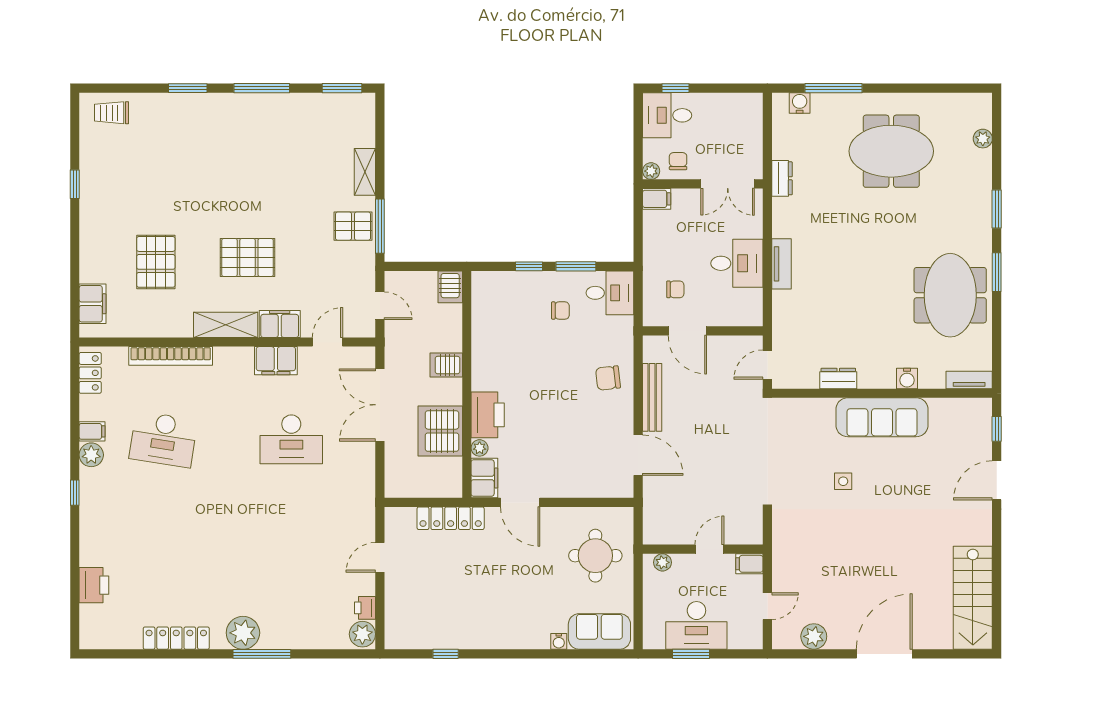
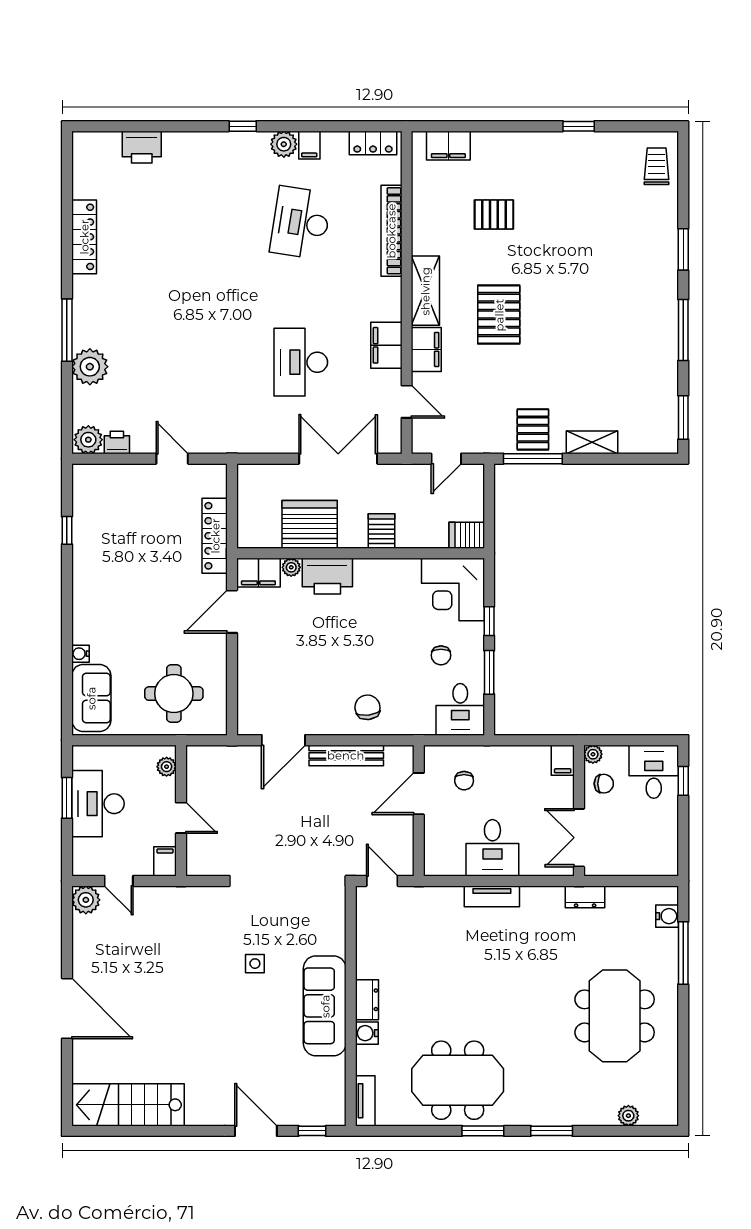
pallet: (156, 262) -> (494, 215), width x0.67, depth x0.71
corner desk: (500, 300) -> (453, 590), added
dresser: (838, 378) -> (367, 1000), moved
plant: (243, 633) -> (90, 367), moved
plant: (814, 636) -> (86, 900), moved

